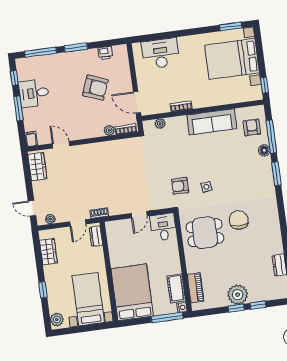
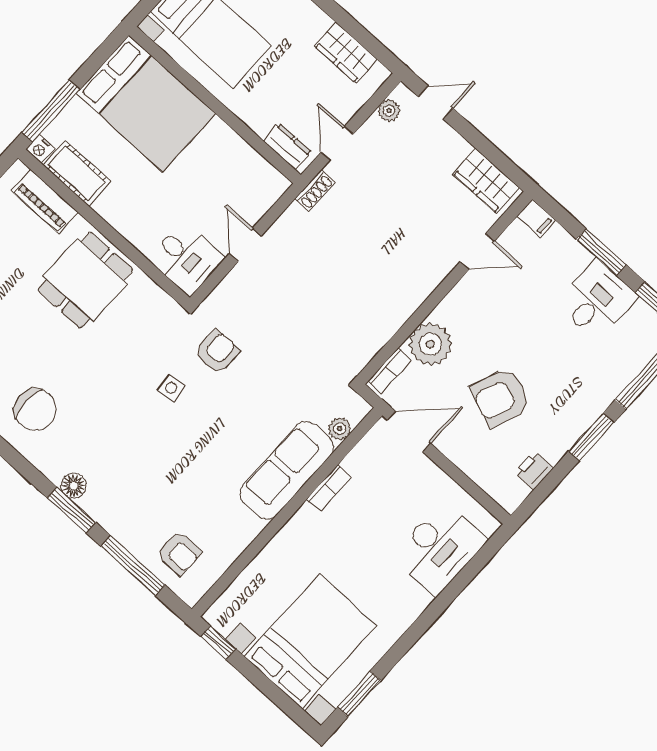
sofa: (212, 122) -> (287, 471), moved
plant: (109, 130) -> (430, 344), width x1.88, depth x1.88
floor lamp: (264, 150) -> (74, 486), moved
chair: (239, 220) -> (35, 410), moved
dining table: (205, 233) -> (85, 280), moved

